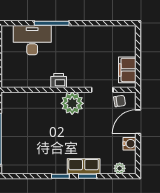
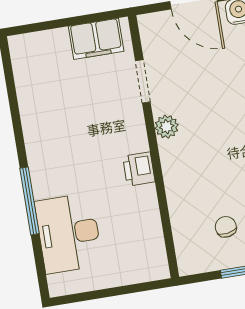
chair: (120, 101) -> (226, 227), moved
plant: (72, 103) -> (167, 127), width x0.53, depth x0.53

